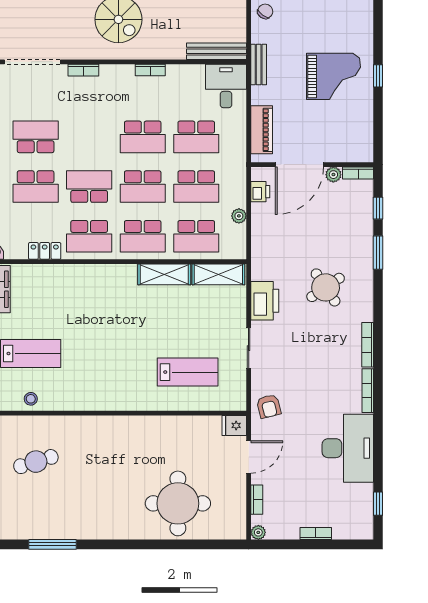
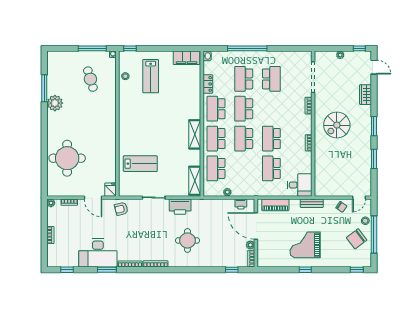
bench: (216, 51) -> (319, 180), removed
grand piano: (334, 76) -> (305, 245), turned 90
school desk: (89, 187) -> (244, 109), turned 180
school desk: (196, 187) -> (244, 168), removed
window: (378, 253) -> (107, 270), moved
shelving: (164, 274) -> (195, 134), moved
round table: (326, 287) -> (187, 240), turned 34
lab bench: (188, 372) -> (140, 164), turned -90
plant: (79, 525) -> (55, 103), added

